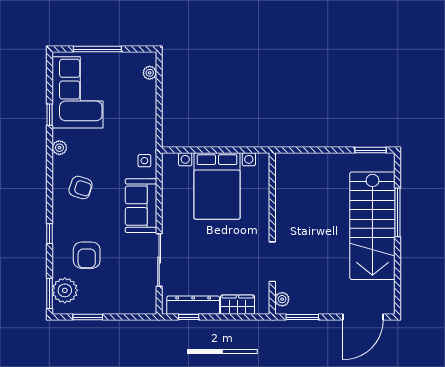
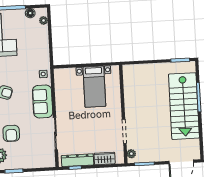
floor lamp: (128, 60) -> (30, 13), added
bed with nightstands: (217, 186) -> (94, 87), width x0.73

